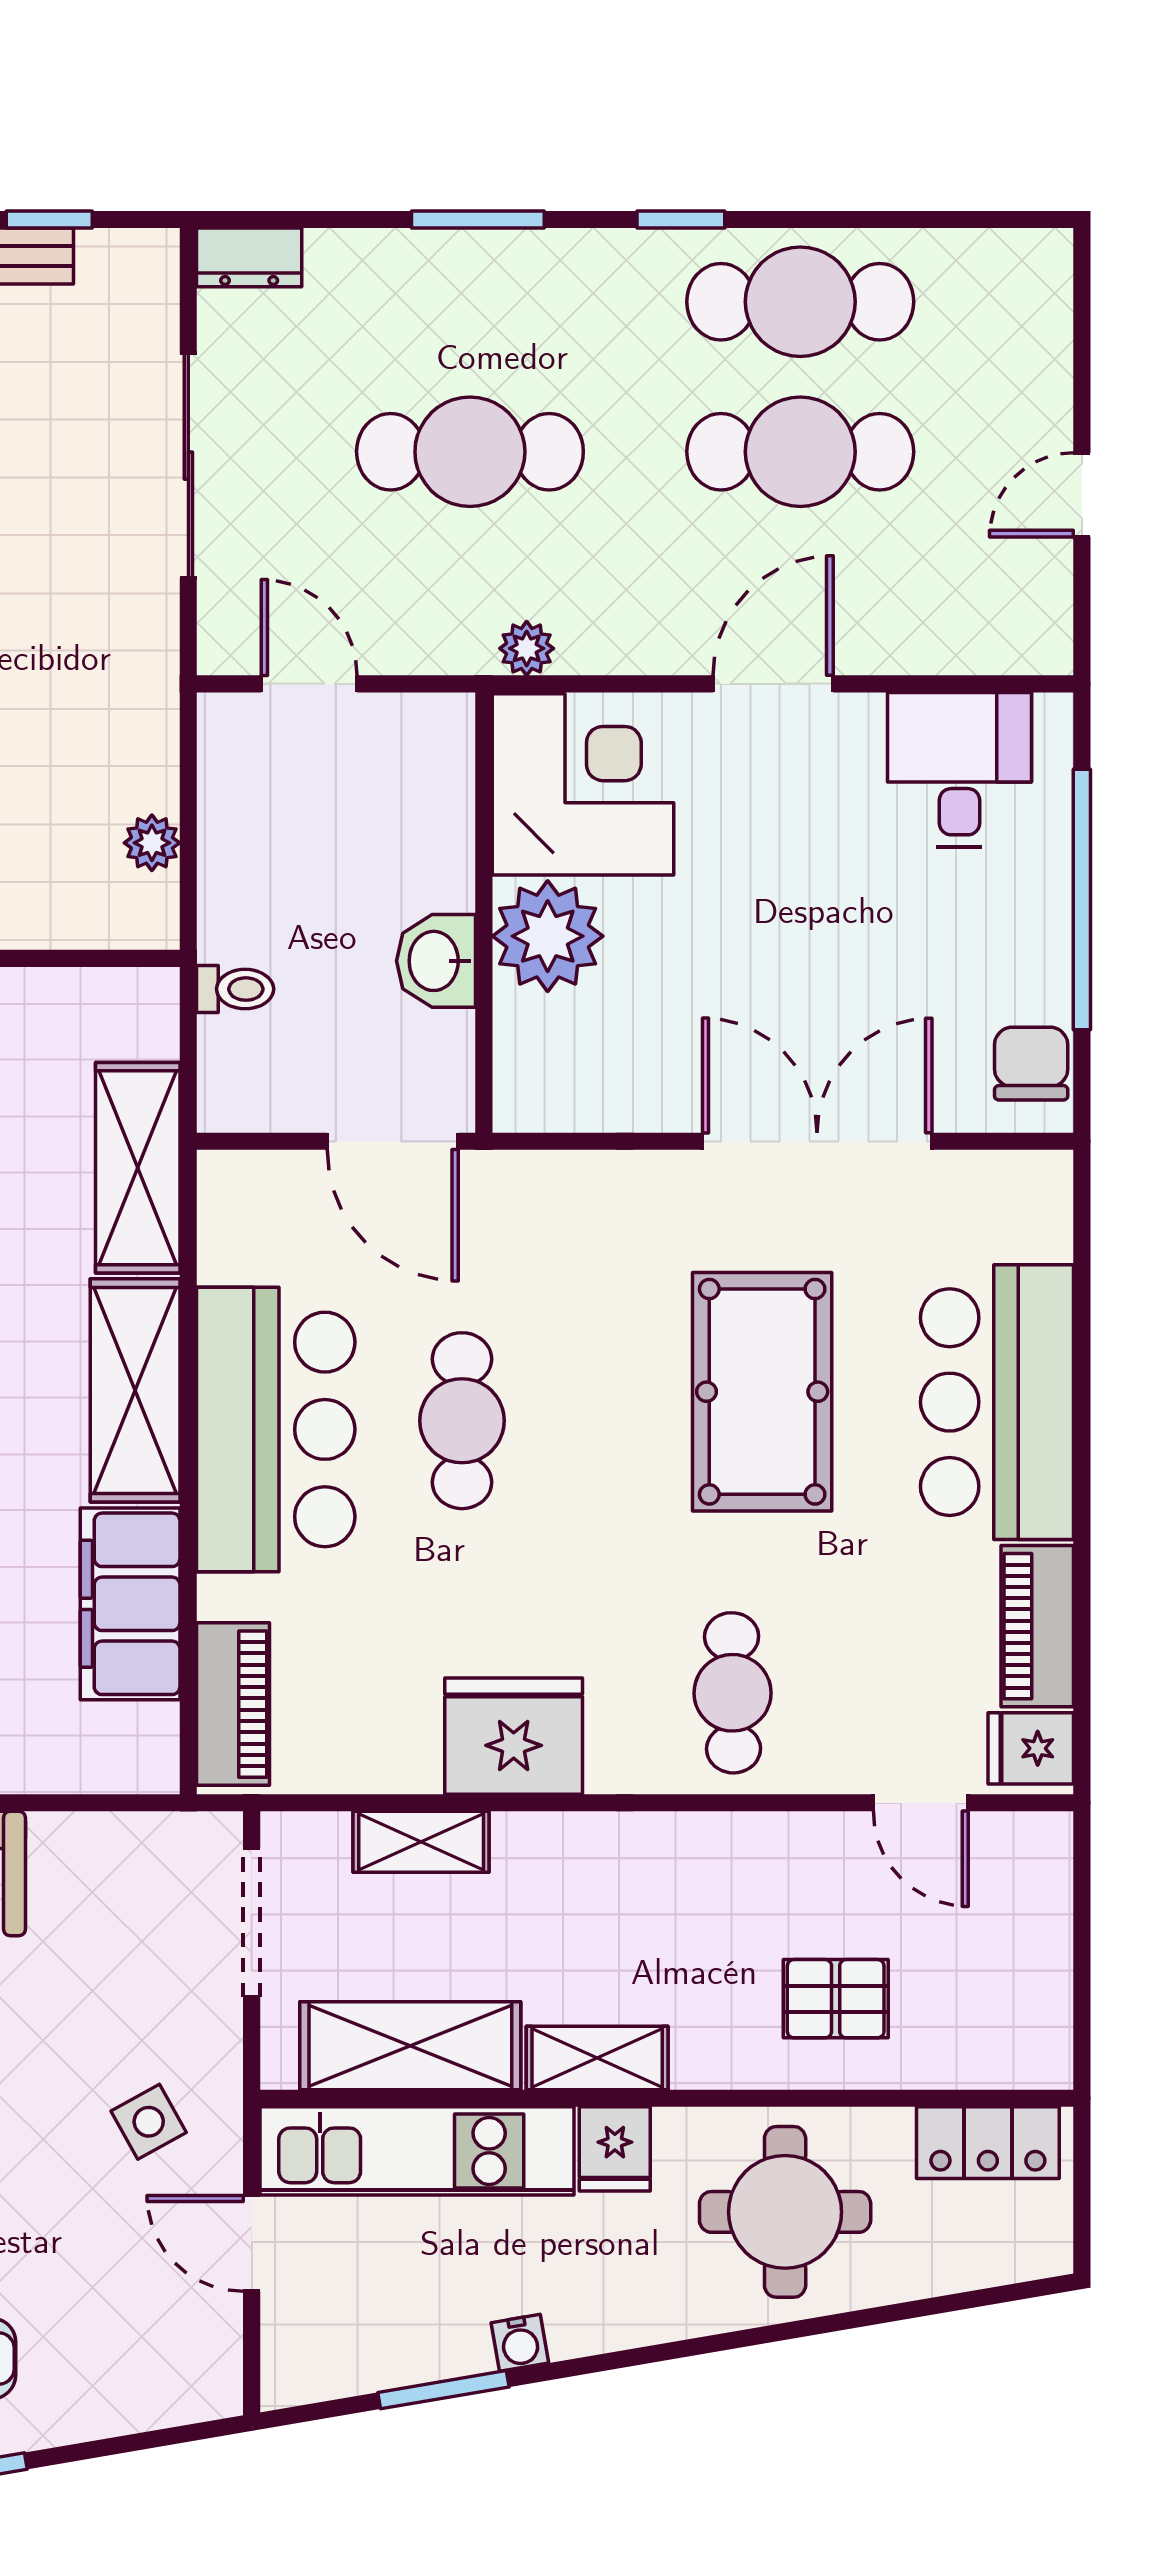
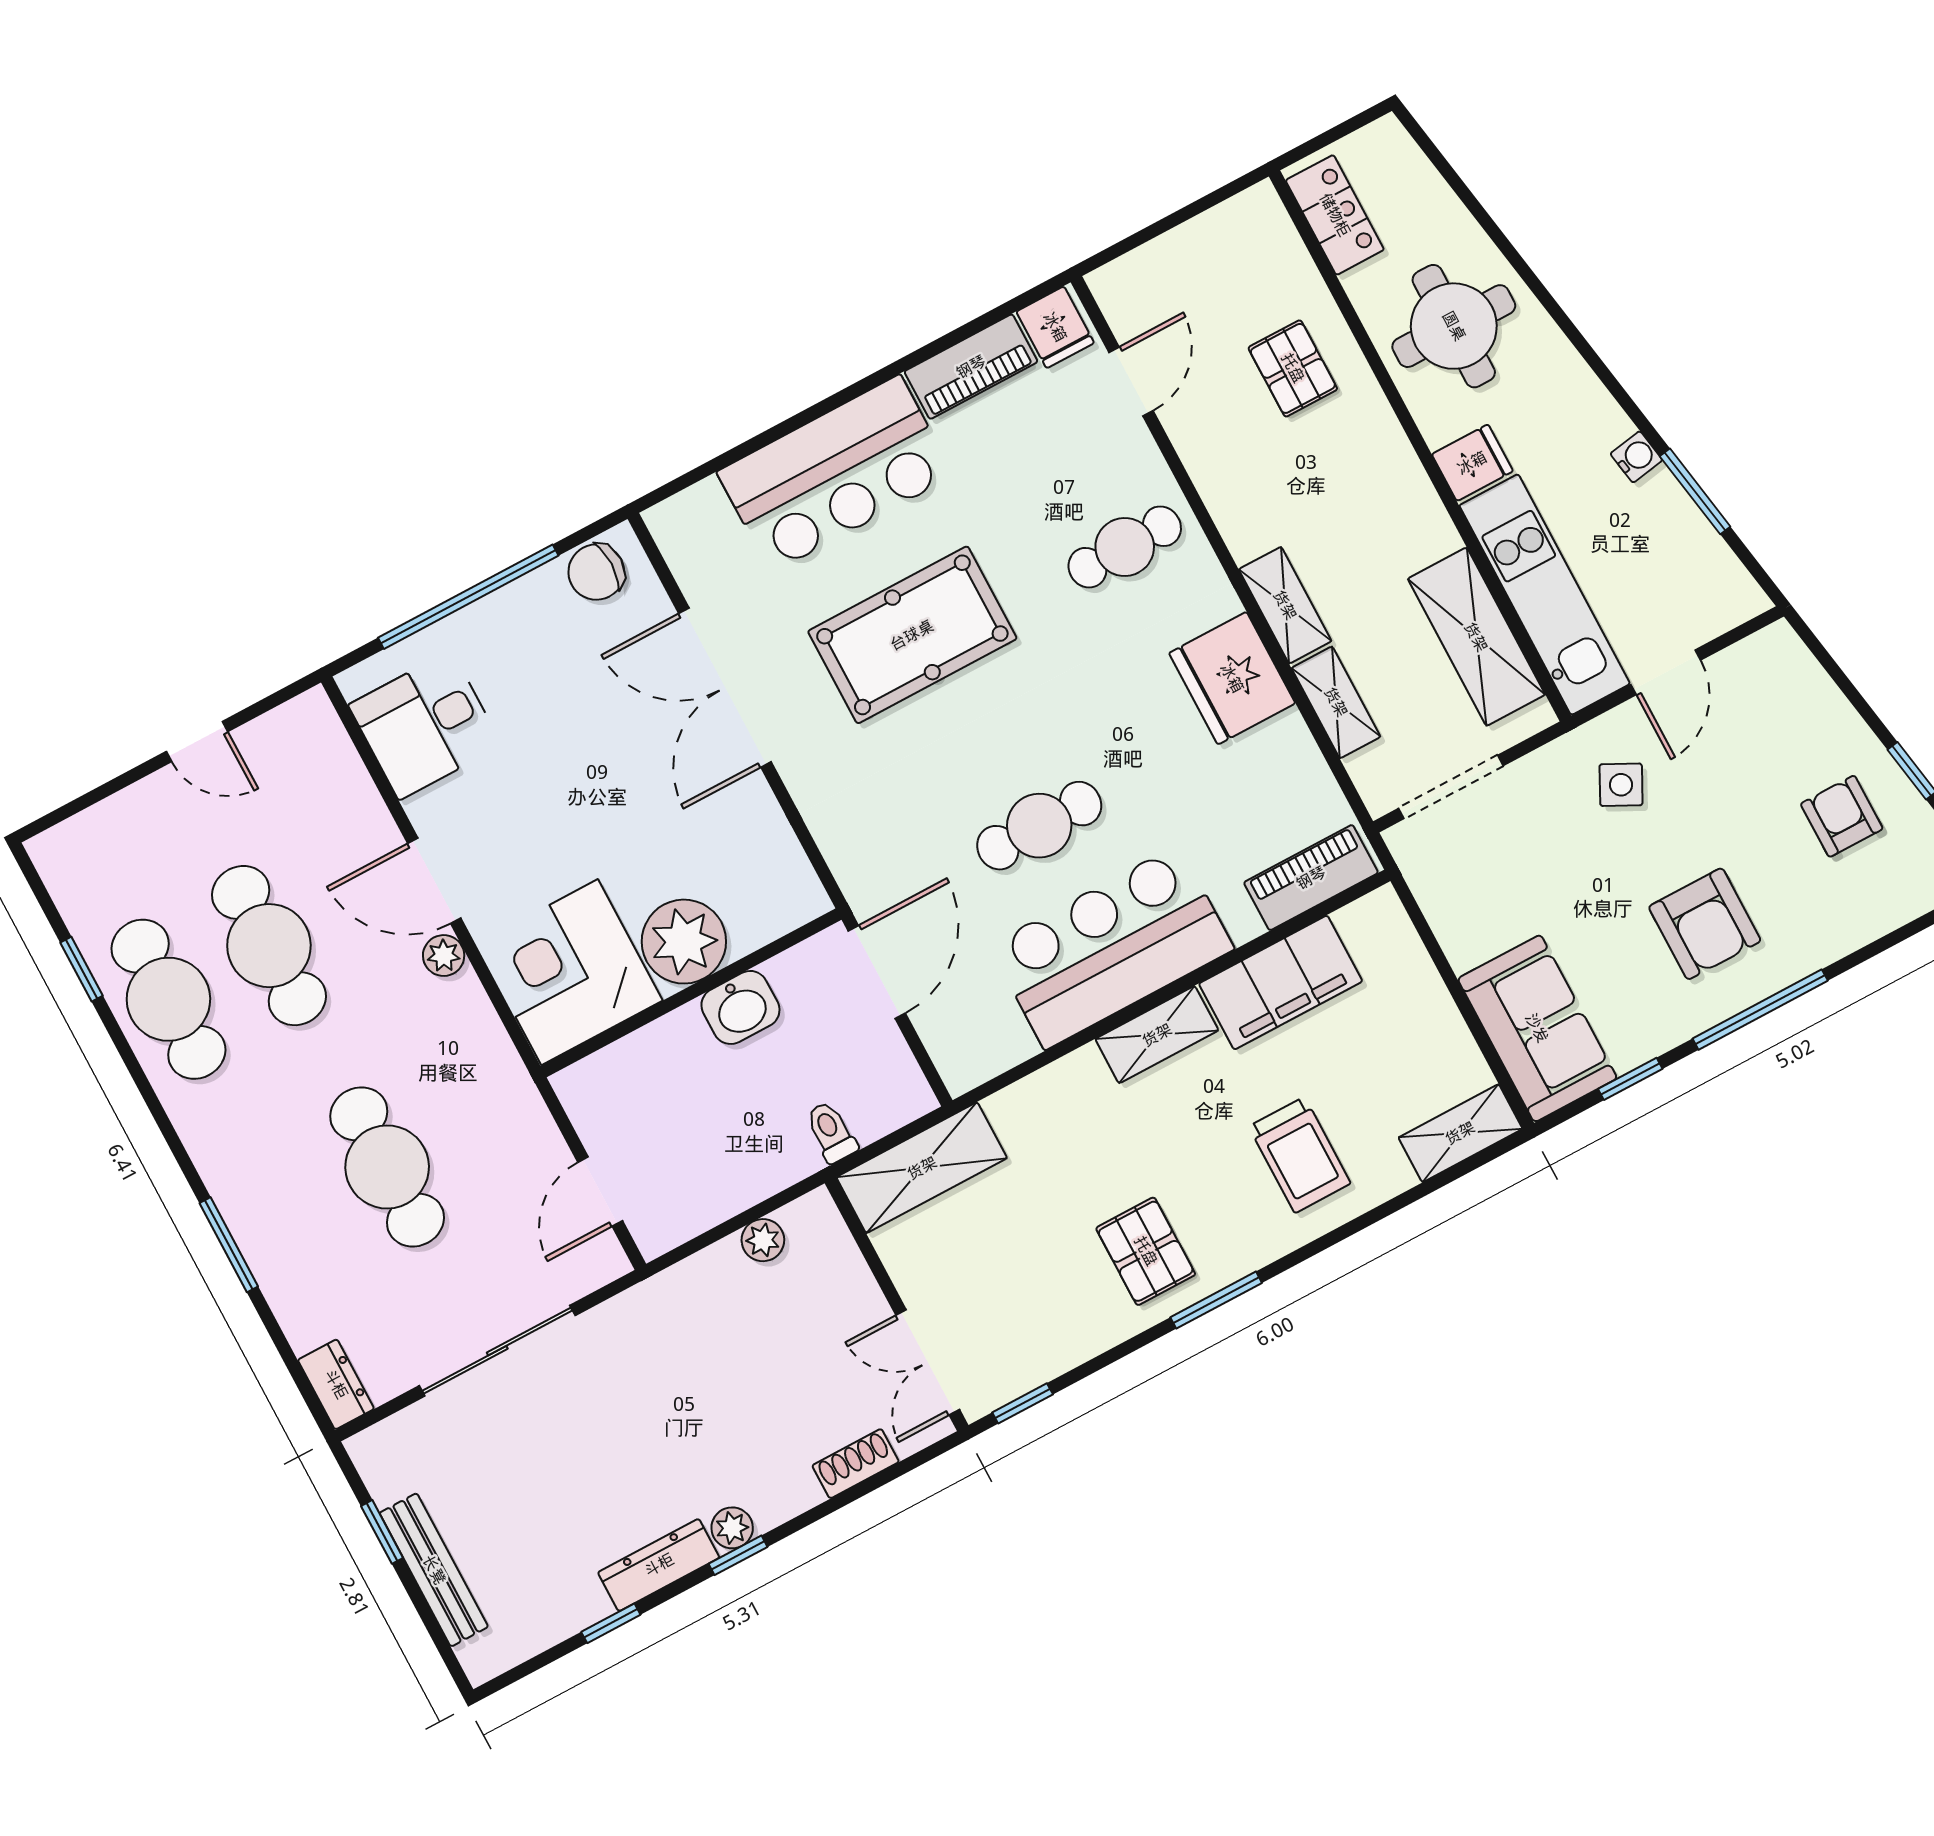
window: (681, 220) -> (82, 969), moved
plant: (527, 648) -> (444, 956), moved
shelving: (138, 1168) -> (922, 1168), moved
shelving: (135, 1390) -> (1157, 1035), width x0.67, depth x0.75
shelving: (597, 2058) -> (1285, 605), moved
side table: (149, 2122) -> (1621, 785), turned -34

